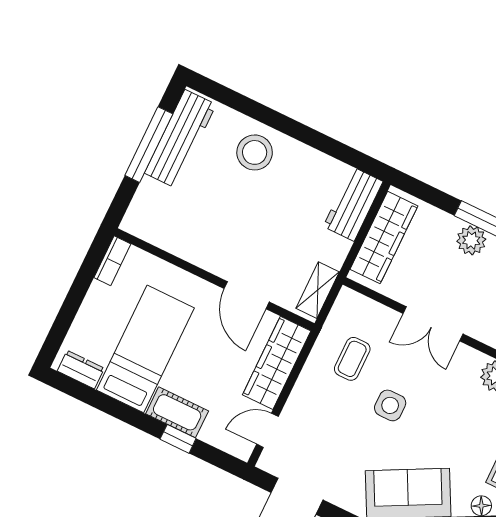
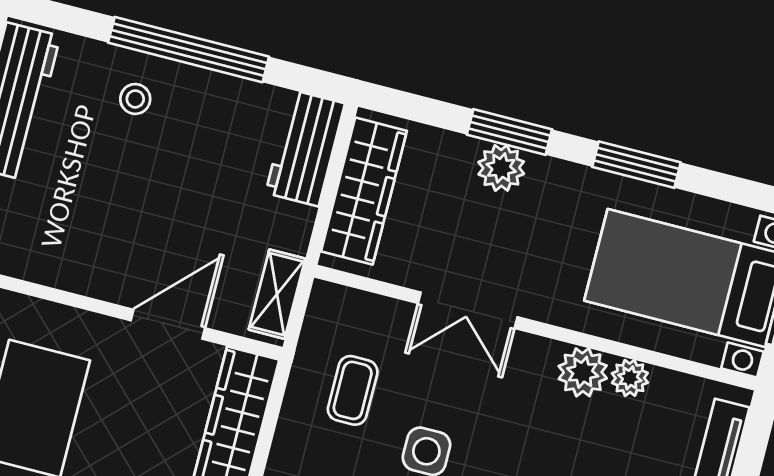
window: (294, 129) -> (189, 50), added
stool: (255, 152) -> (135, 99), width x0.53, depth x0.53
door: (247, 295) -> (168, 324), swing flipped

